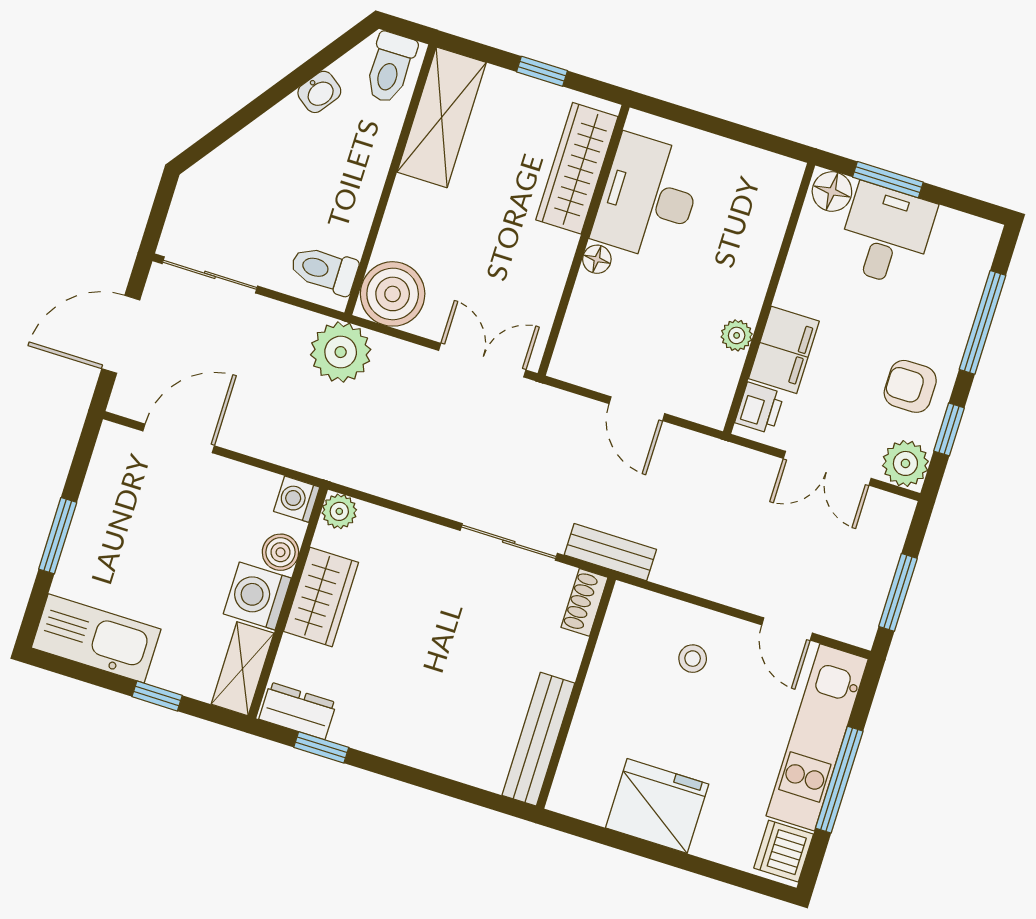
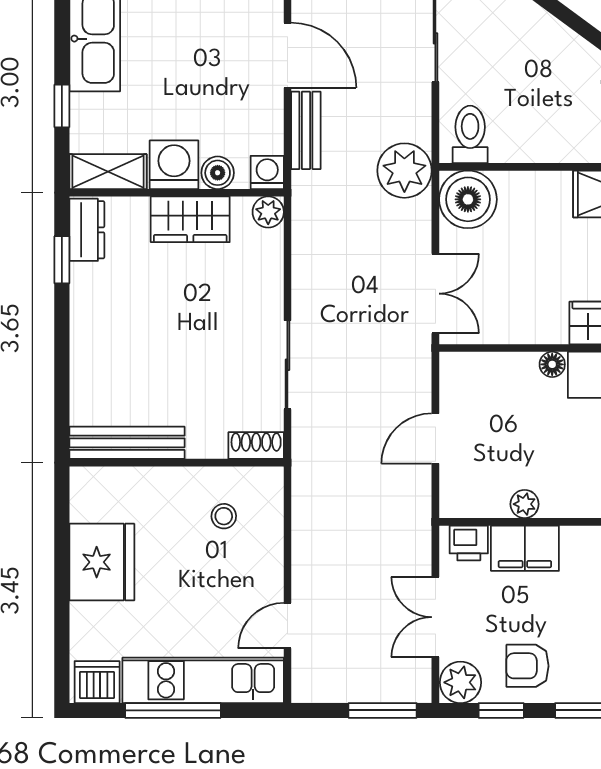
armchair: (910, 386) -> (527, 666), turned -90
bench: (610, 552) -> (306, 130), moved
window: (898, 592) -> (383, 710), moved
stool: (693, 659) -> (224, 516), moved

